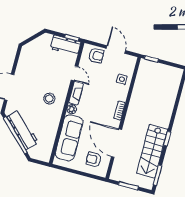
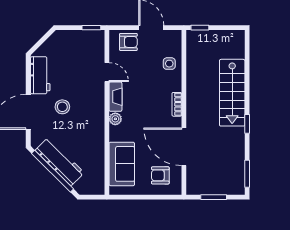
workbench: (66, 45) -> (40, 75), moved, turned -90
stool: (49, 99) -> (62, 107), moved
sofa: (69, 138) -> (122, 164), width x0.73
stairs: (152, 151) -> (232, 93), moved

